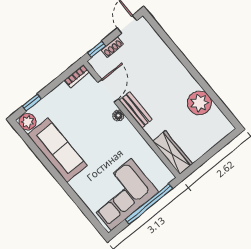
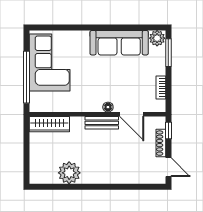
shoe rack: (112, 47) -> (161, 143), width x1.43
bookcase: (77, 76) -> (161, 87), moved
window: (32, 103) -> (168, 53), width x1.50

